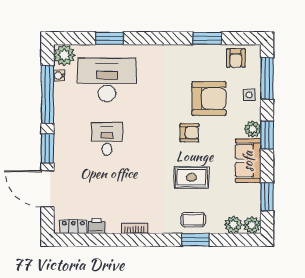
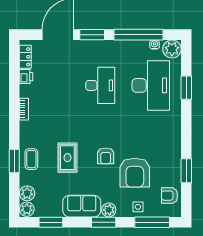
desk: (107, 139) -> (100, 85), width x1.37

